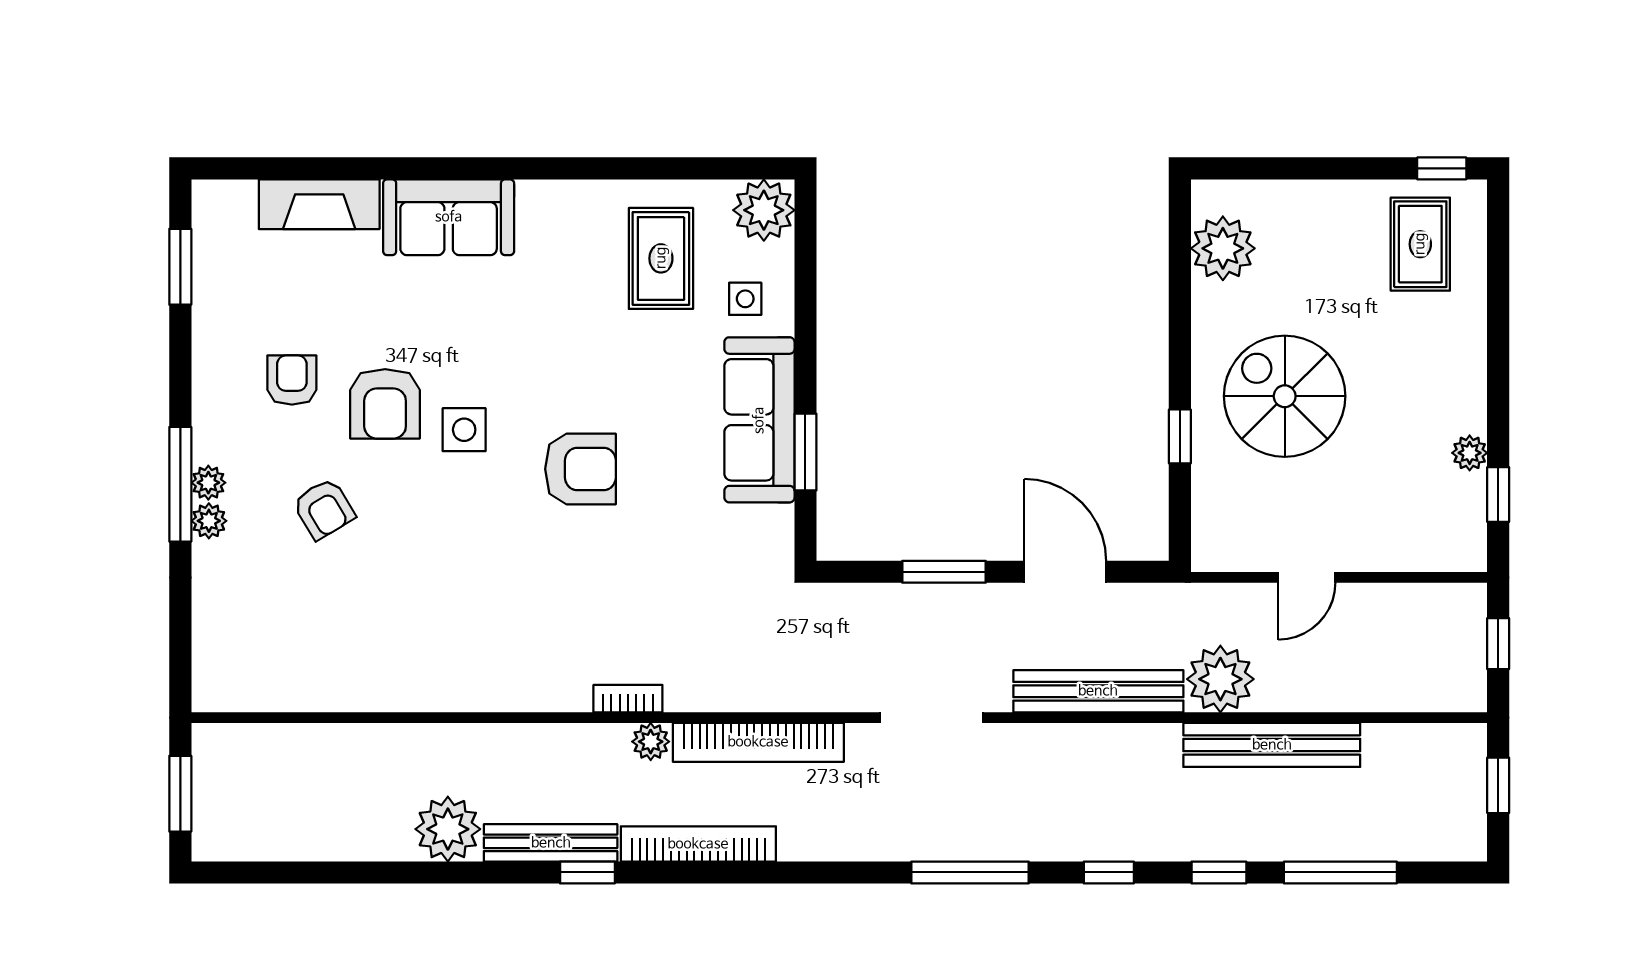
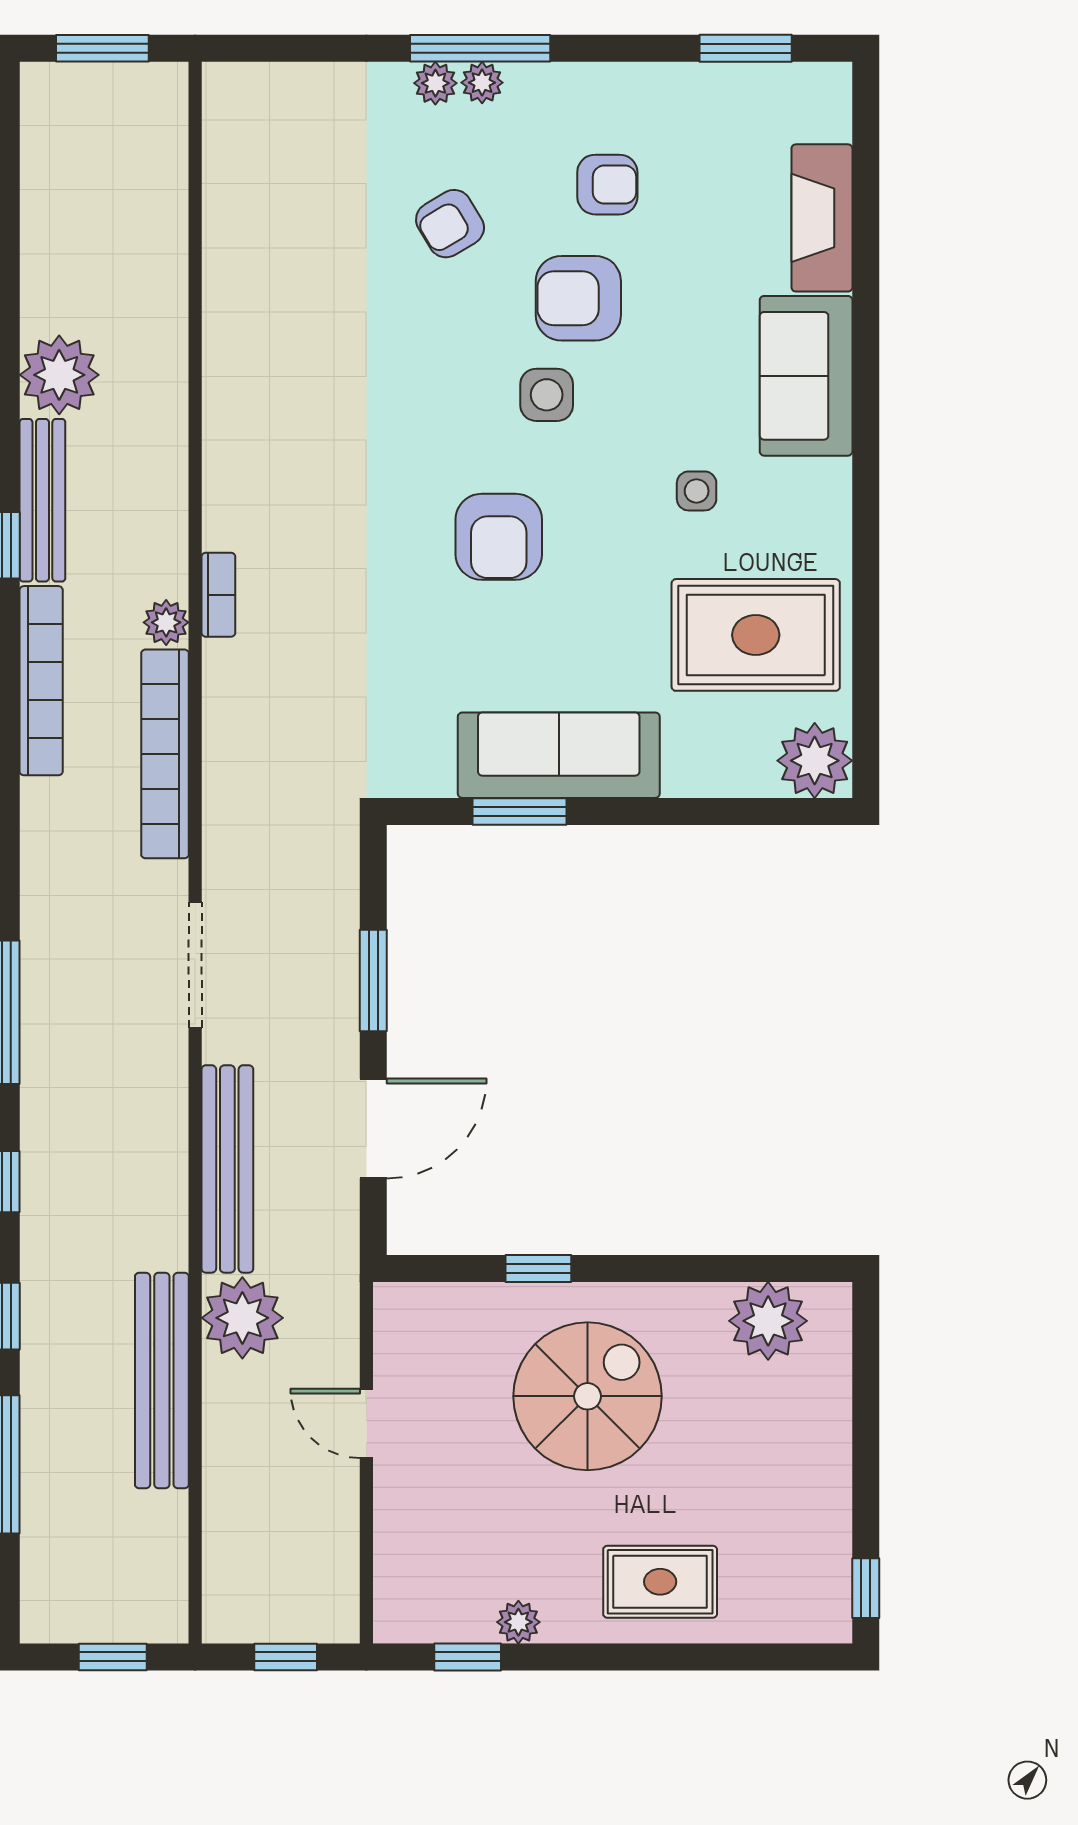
rug: (1420, 244) -> (660, 1582), moved
rug: (661, 258) -> (756, 635), width x1.36, depth x1.43
side table: (745, 299) -> (697, 491), moved

